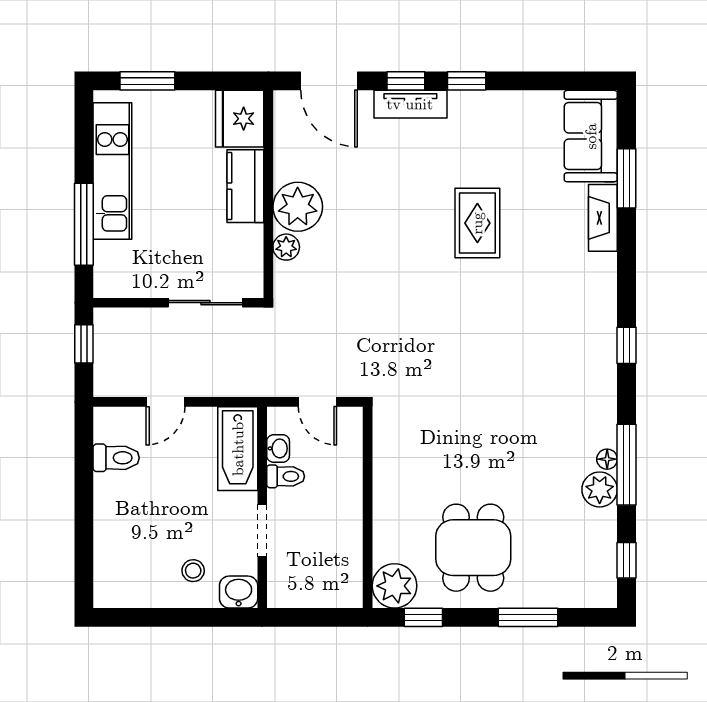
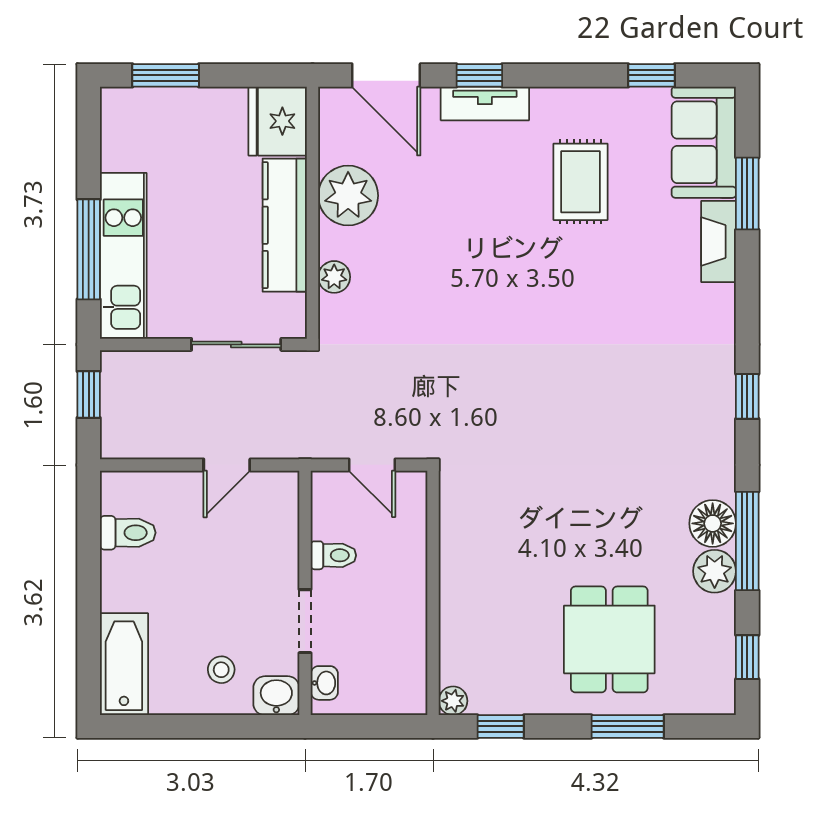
window: (467, 81) -> (651, 75), moved
kitchen unit: (112, 171) -> (123, 256), moved
kitchen counter: (245, 186) -> (285, 225), width x1.50
plant: (298, 207) -> (348, 196), moved
rug: (477, 223) -> (580, 182), moved
door: (166, 402) -> (227, 465), moved
washbasin: (278, 448) -> (324, 683), moved
bathtub: (238, 449) -> (124, 664), moved, turned 180
floor lamp: (607, 459) -> (713, 523), width x1.89, depth x1.89
dining table: (473, 548) -> (609, 639), moved
plant: (394, 586) -> (453, 701), width x0.53, depth x0.53

